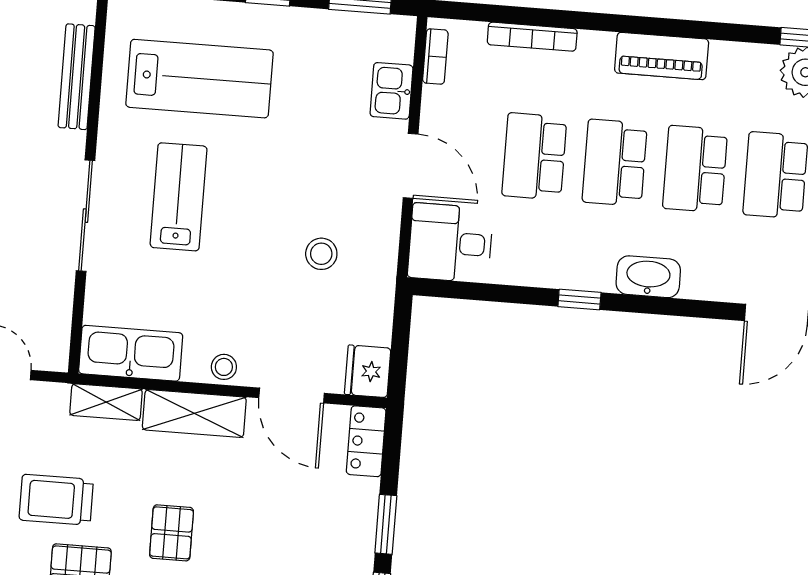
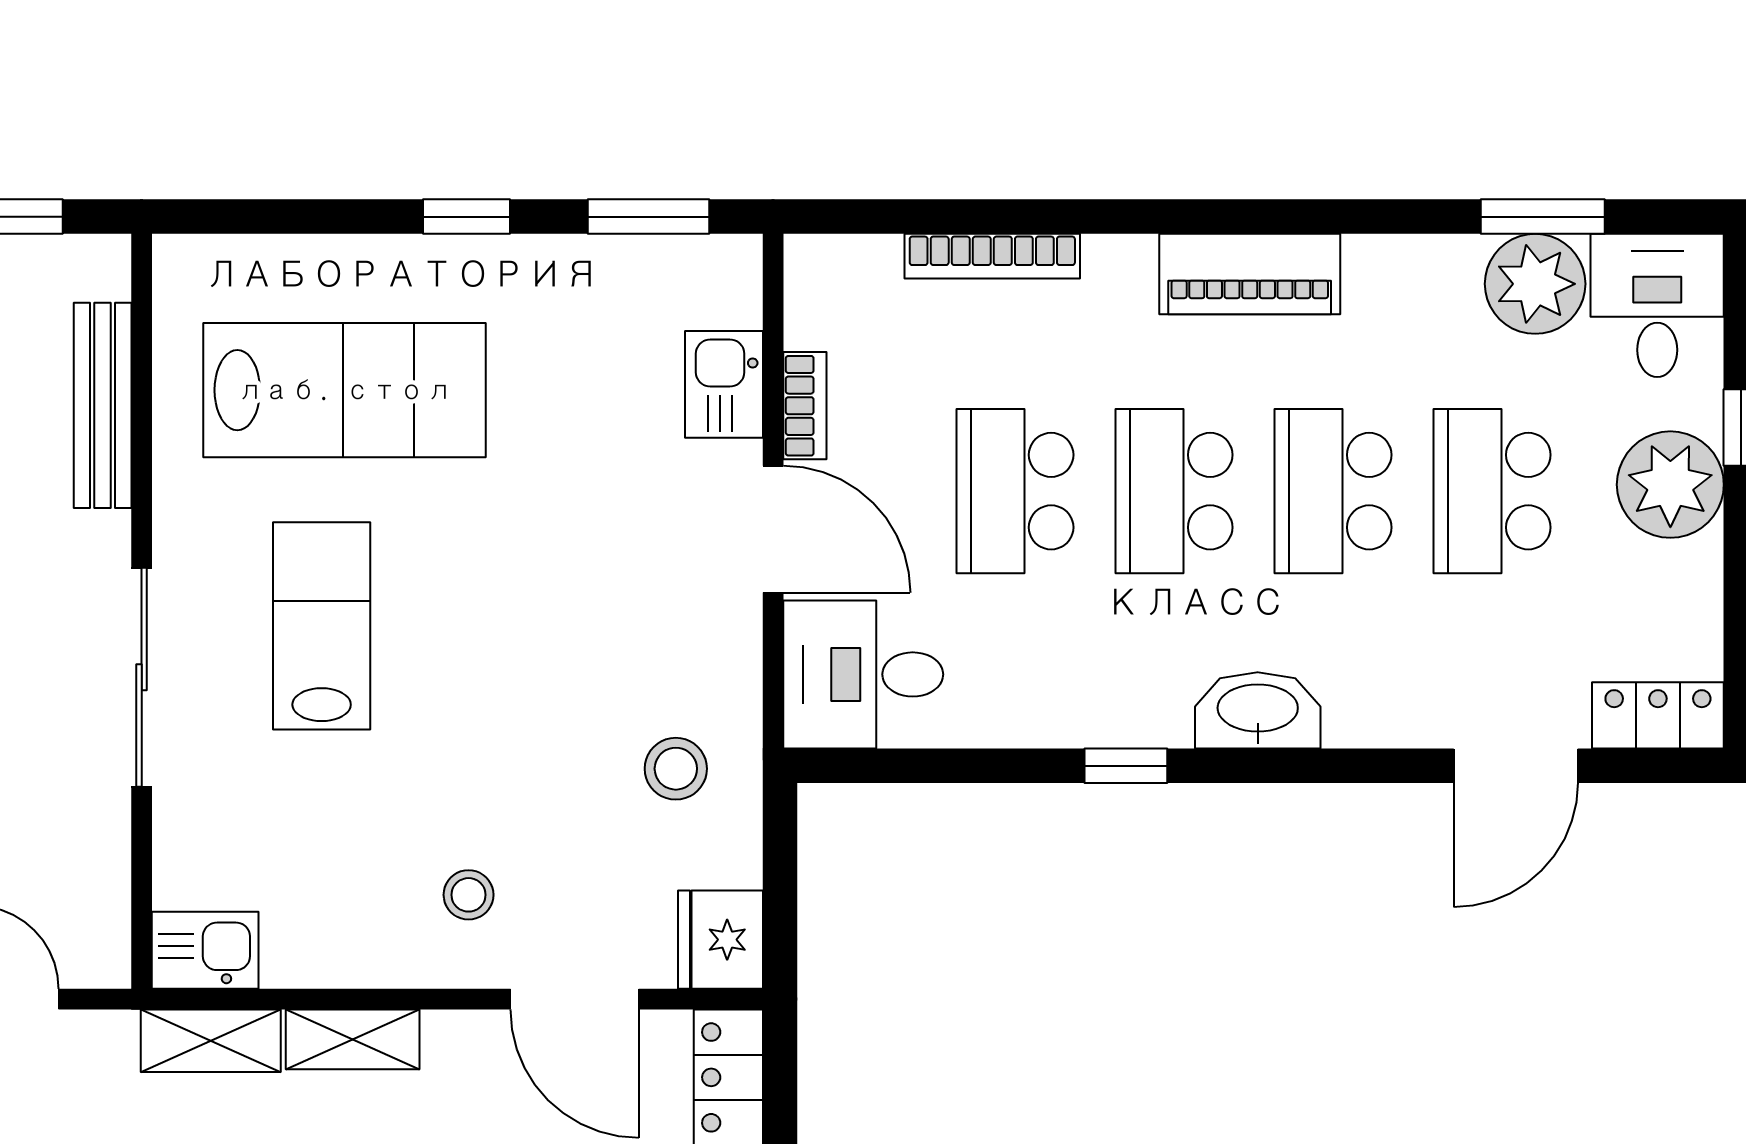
bookcase: (435, 57) -> (805, 406), moved
stool: (321, 254) -> (676, 769), moved
kitchen sink: (131, 353) -> (205, 950), width x0.53, depth x0.81
stool: (224, 367) -> (469, 895), moved
shelving: (194, 413) -> (353, 1039), width x0.67, depth x0.75

